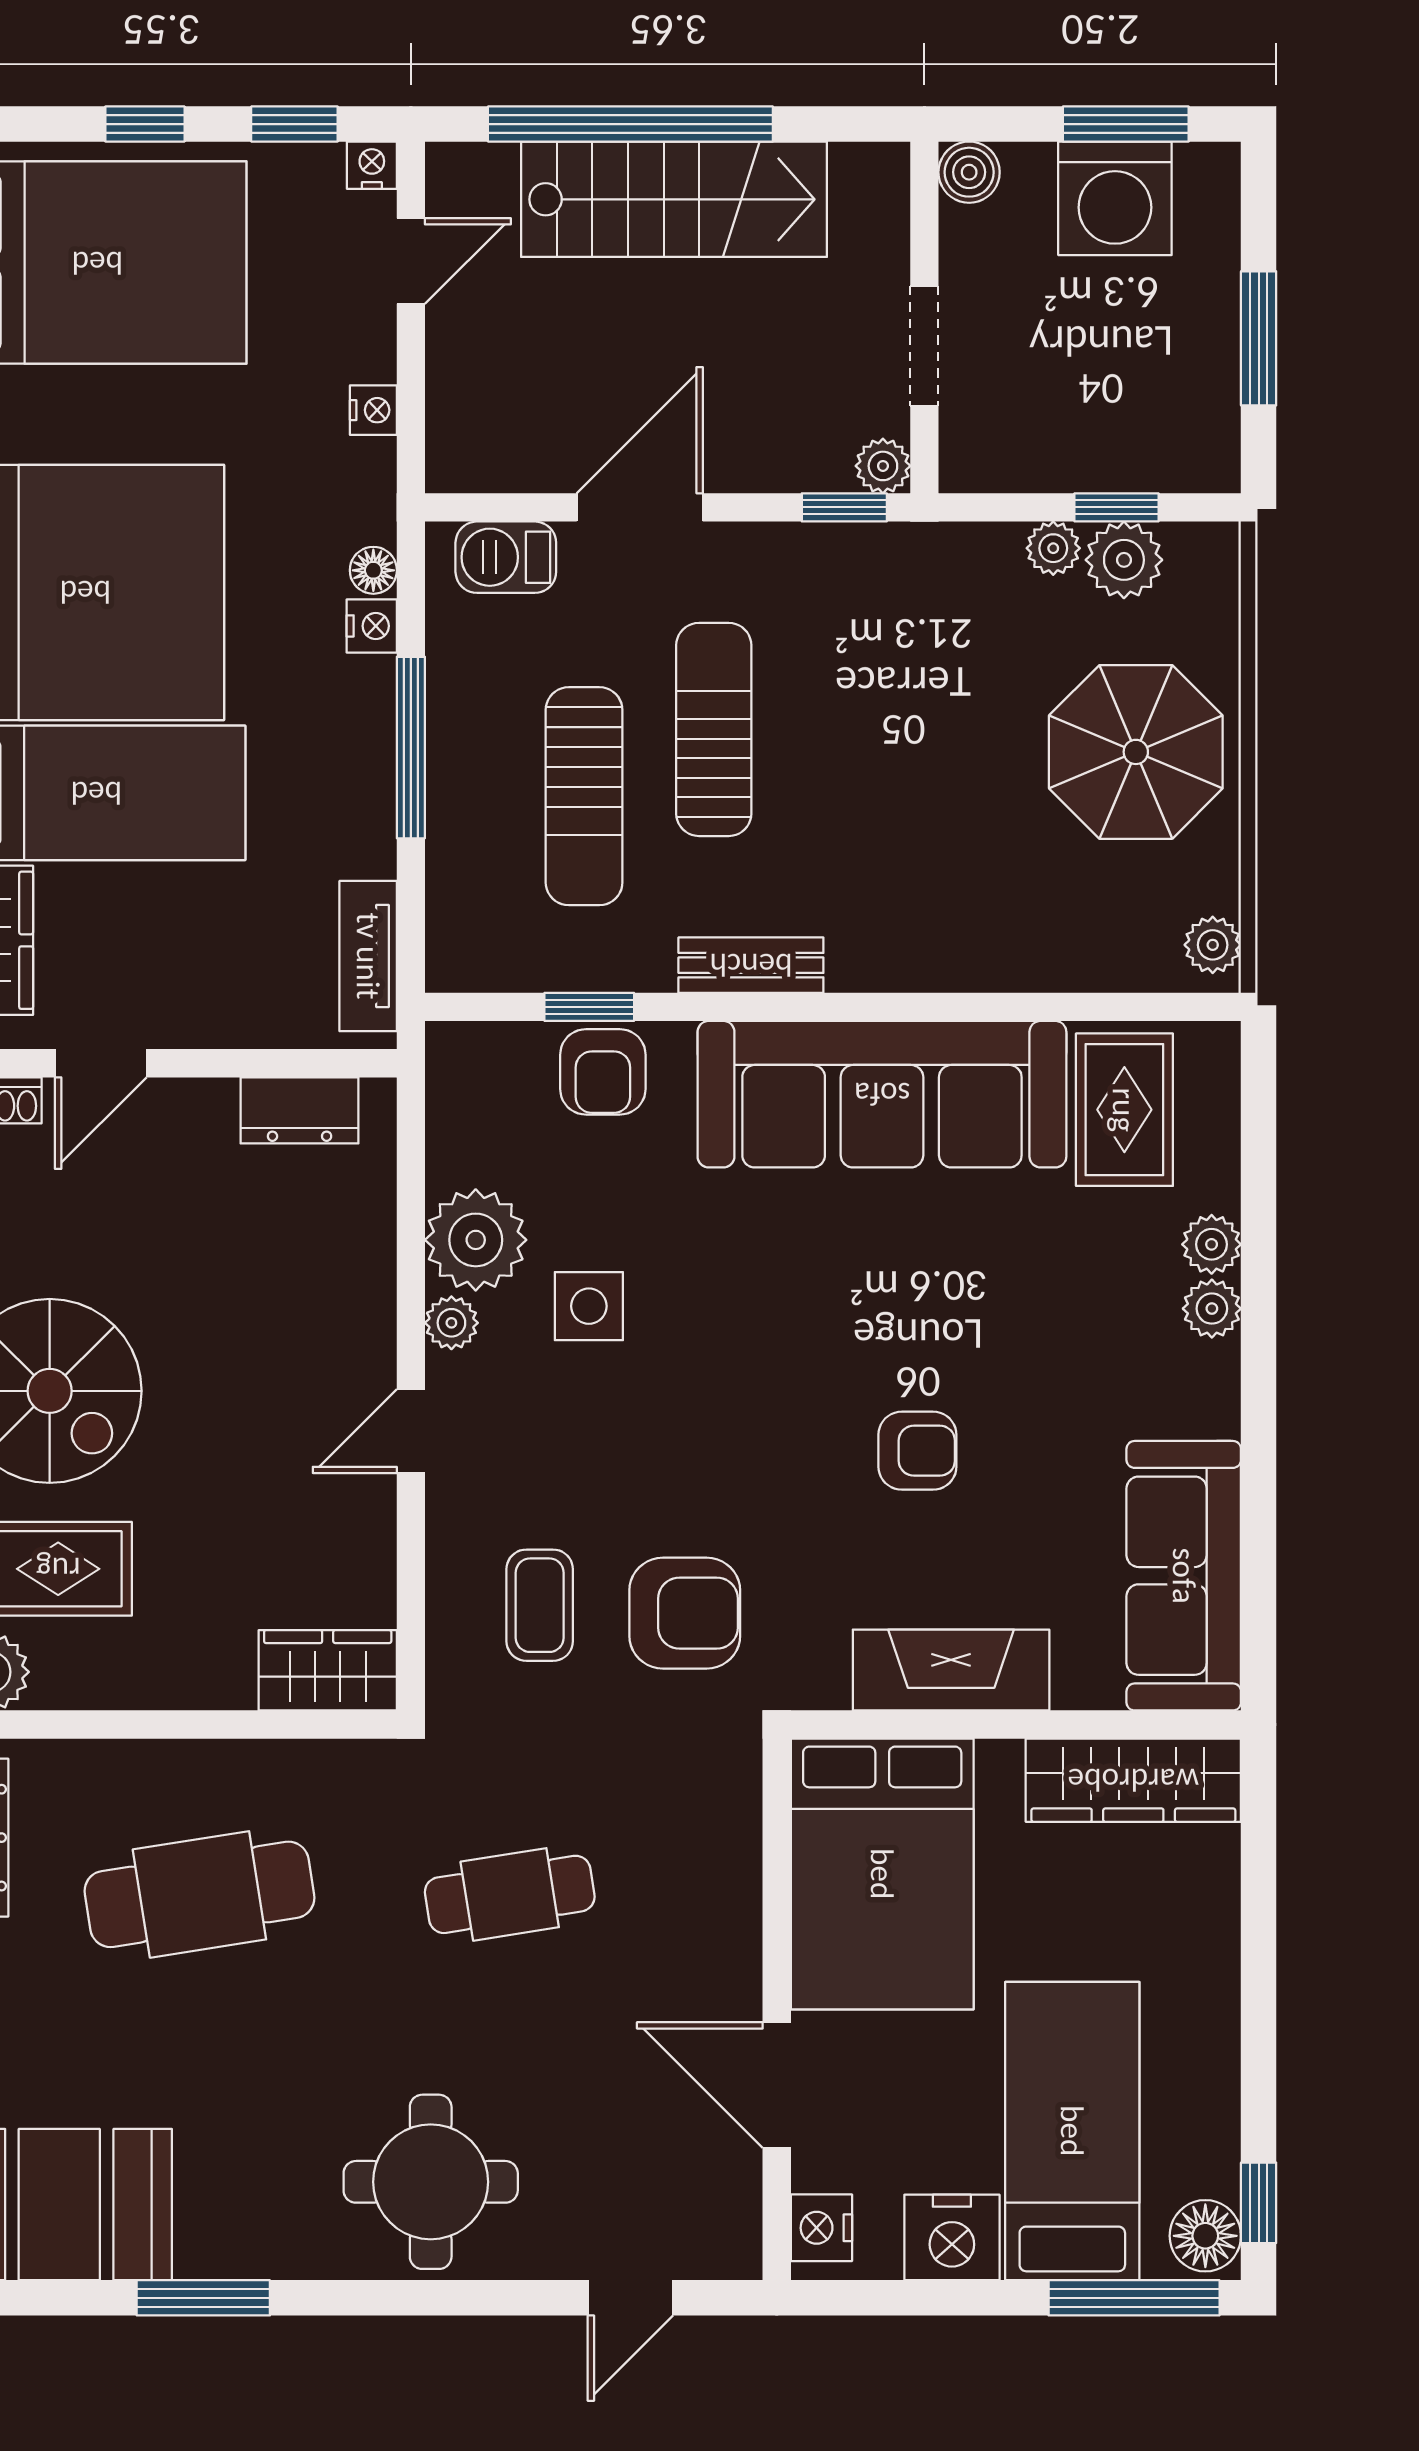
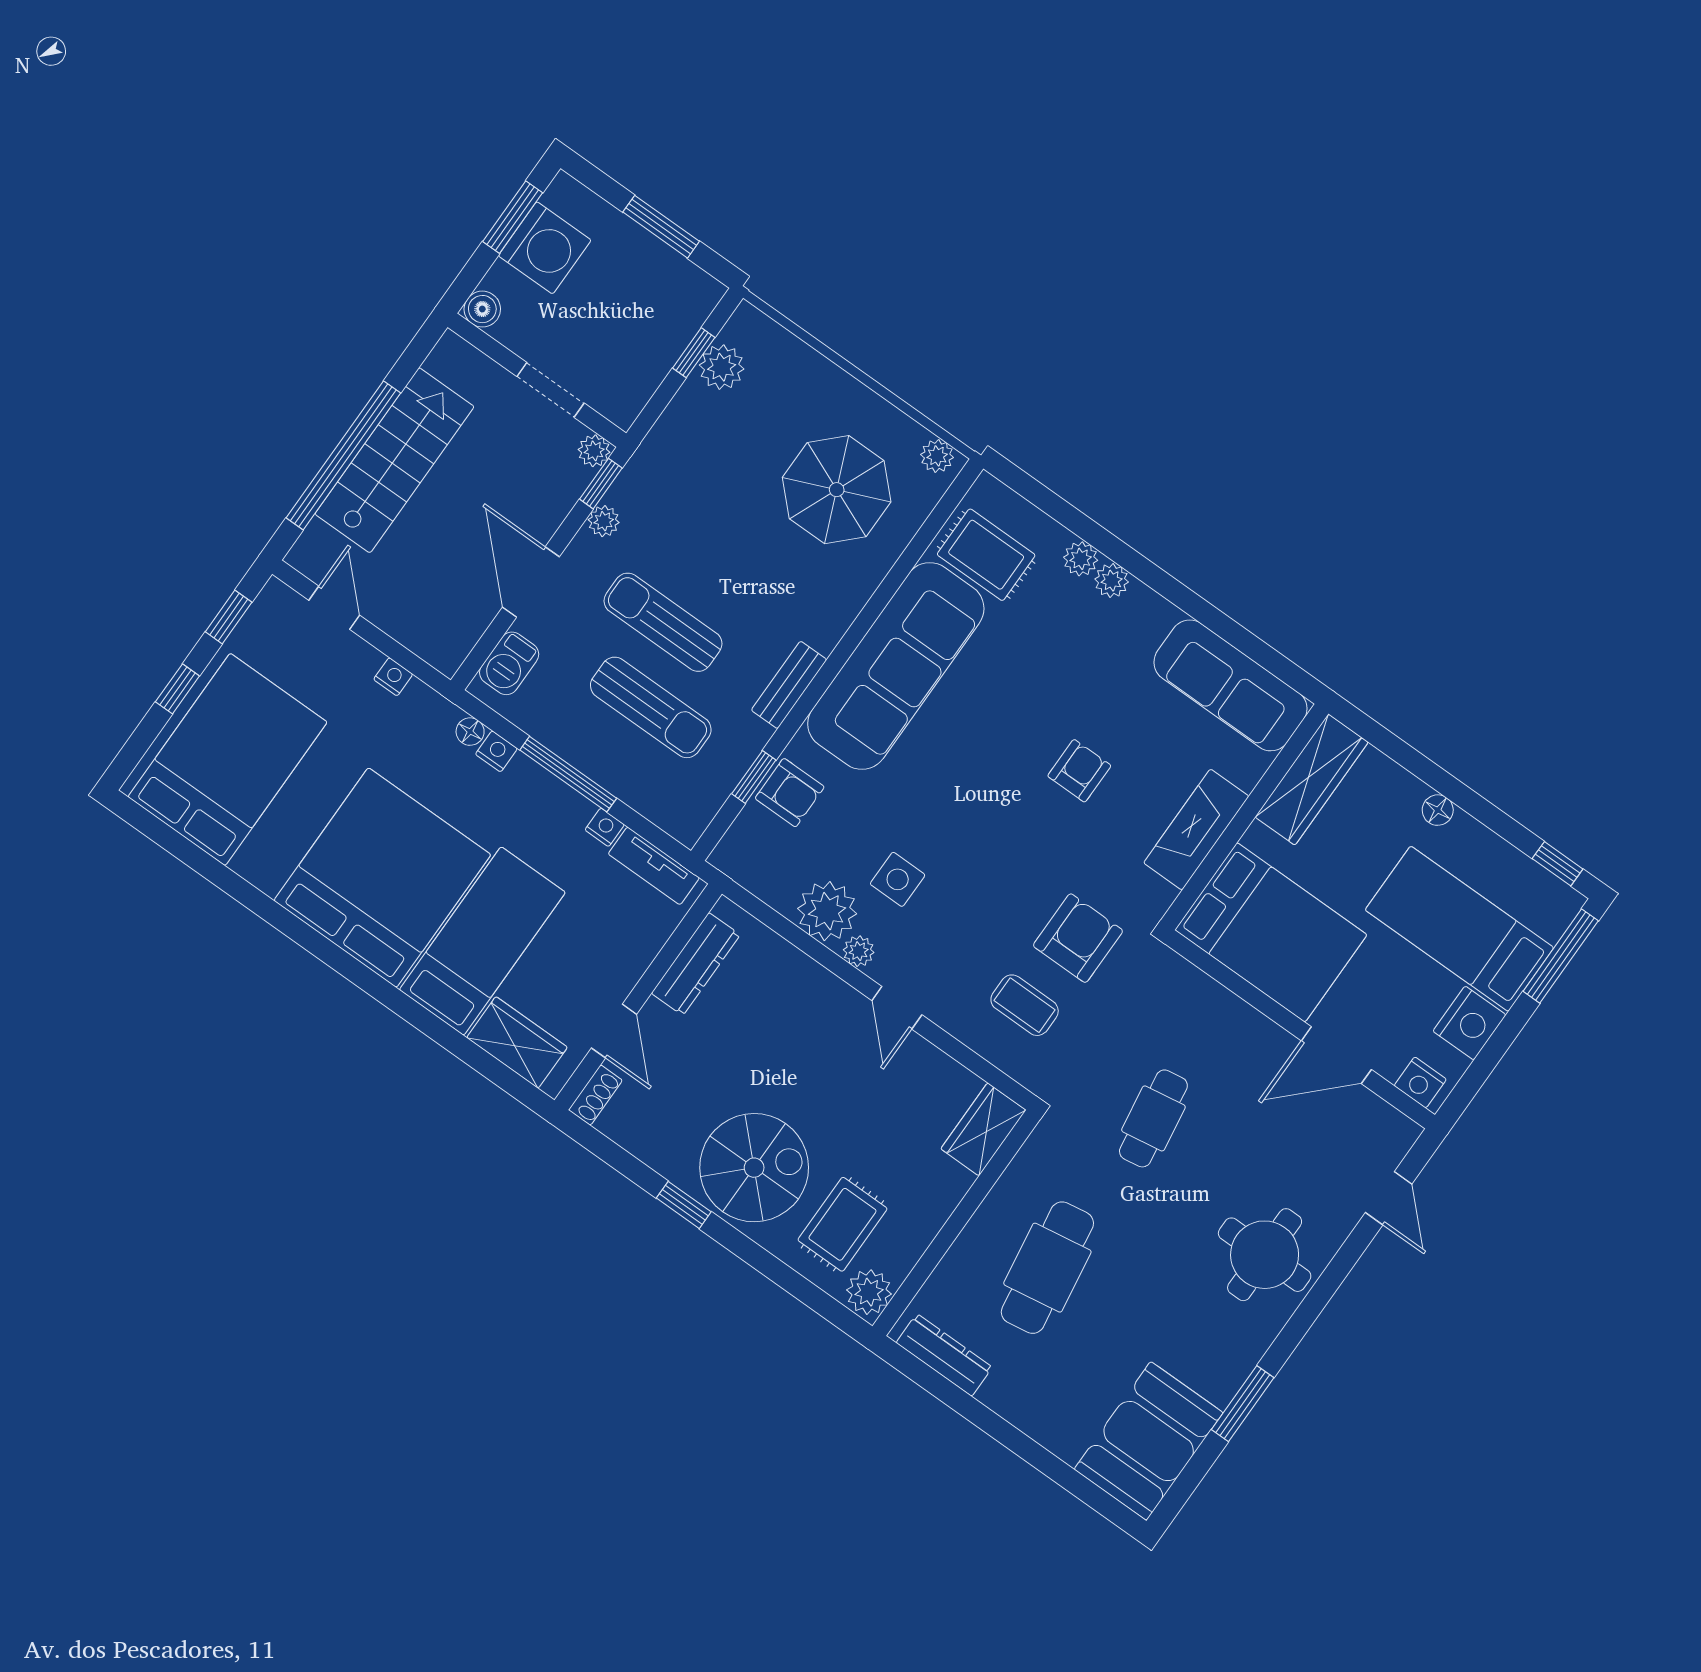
nightstand: (372, 165) -> (605, 827), moved, turned 90
plant: (1053, 548) -> (604, 521), moved
parasol: (1136, 752) -> (837, 490), moved
dresser: (300, 1110) -> (696, 964), width x1.44
floor lamp: (1205, 2236) -> (1438, 810), moved, width x0.73, depth x0.73

